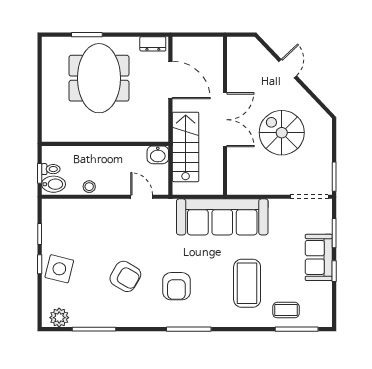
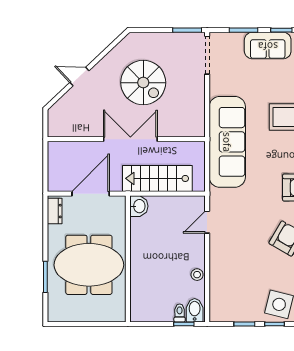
spiral stairs: (282, 133) -> (143, 83), turned -90
wall: (105, 144) -> (128, 259), moved
washbasin: (158, 155) -> (139, 206), moved

